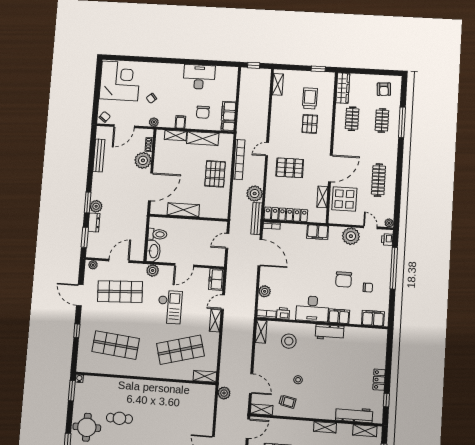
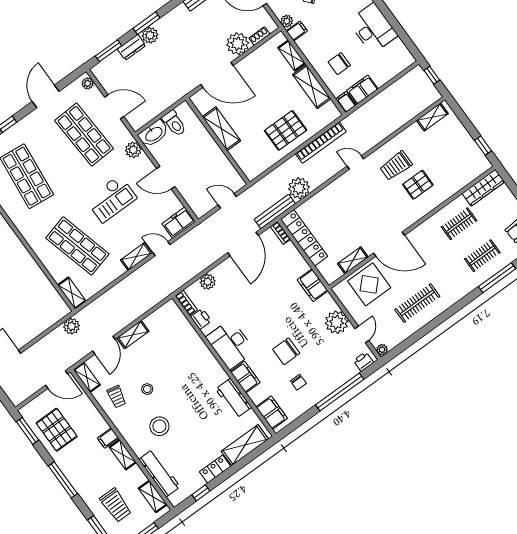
trolley: (310, 98) -> (396, 166), moved, turned 180
filing cabinet: (180, 122) -> (297, 31), moved
pallet: (290, 168) -> (355, 202), removed
shelving: (261, 332) -> (133, 335), moved
workbench: (330, 332) -> (234, 398), moved
stool: (289, 341) -> (159, 426), moved
shelving: (379, 350) -> (245, 445), added
filing cabinet: (308, 428) -> (108, 438), added

